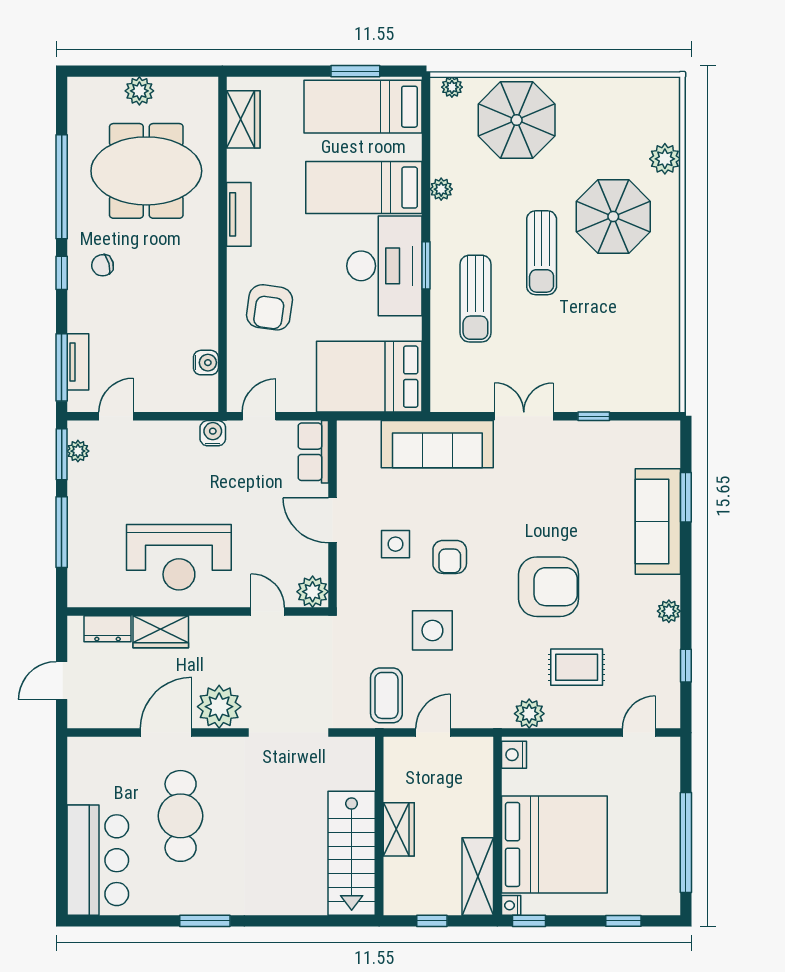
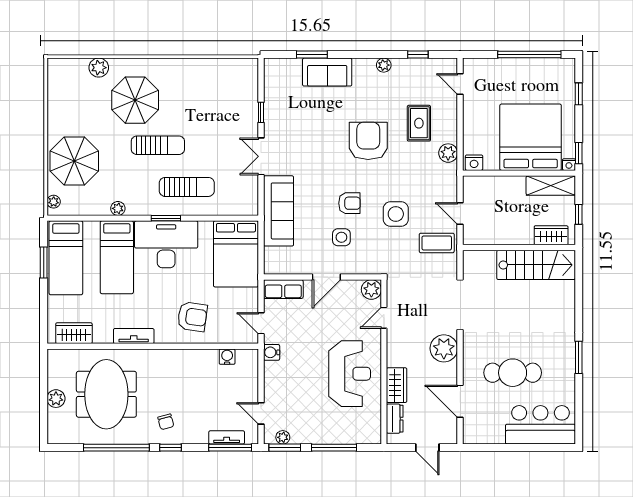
sofa: (658, 522) -> (327, 72), width x0.73
door: (166, 733) -> (460, 401), moved
wardrobe: (399, 829) -> (551, 235), moved

